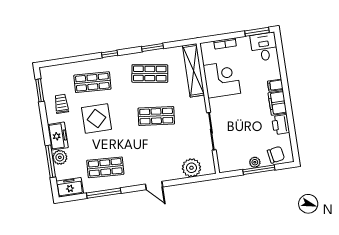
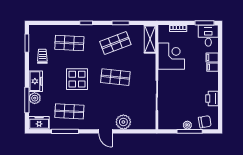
shelving: (193, 70) -> (150, 39), width x0.68
shop shelf: (150, 74) -> (115, 43), turned -30
filing cabinet: (277, 103) -> (212, 57), moved, width x0.50
display table: (96, 118) -> (77, 79), moved
plant: (191, 168) -> (123, 122), moved

